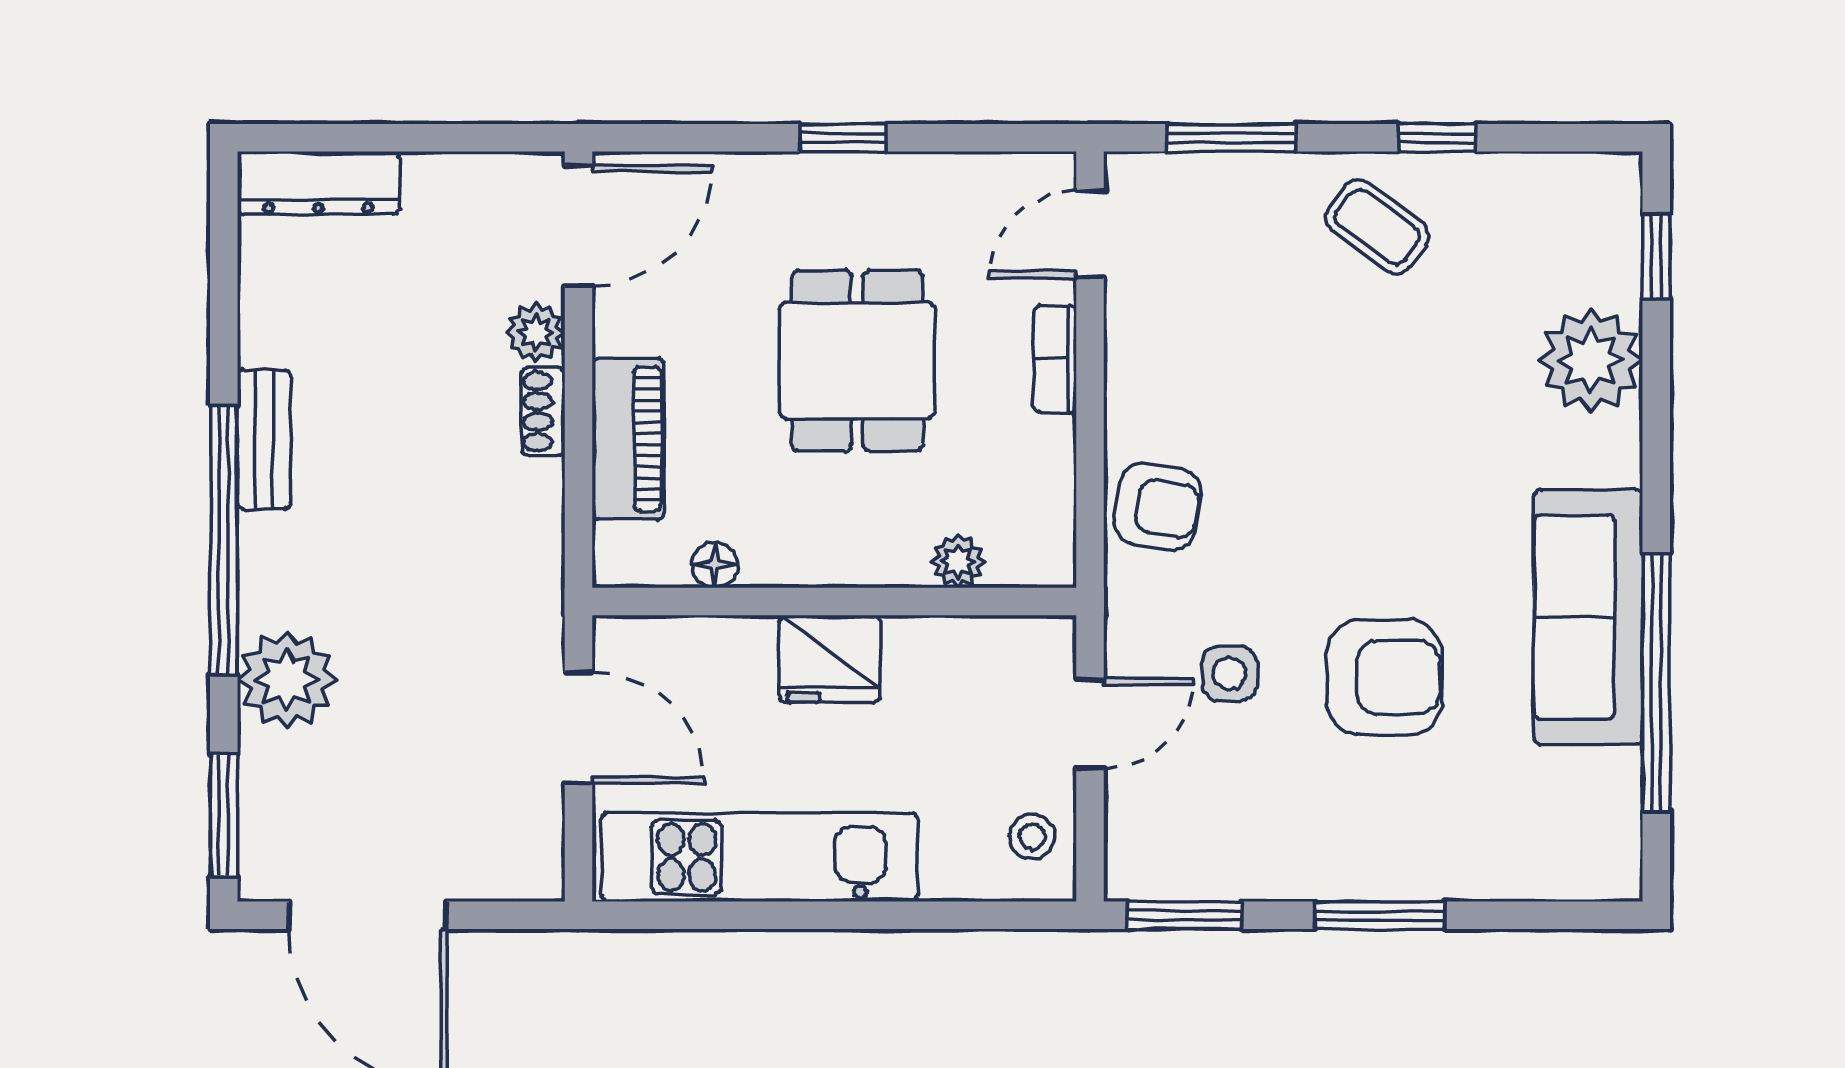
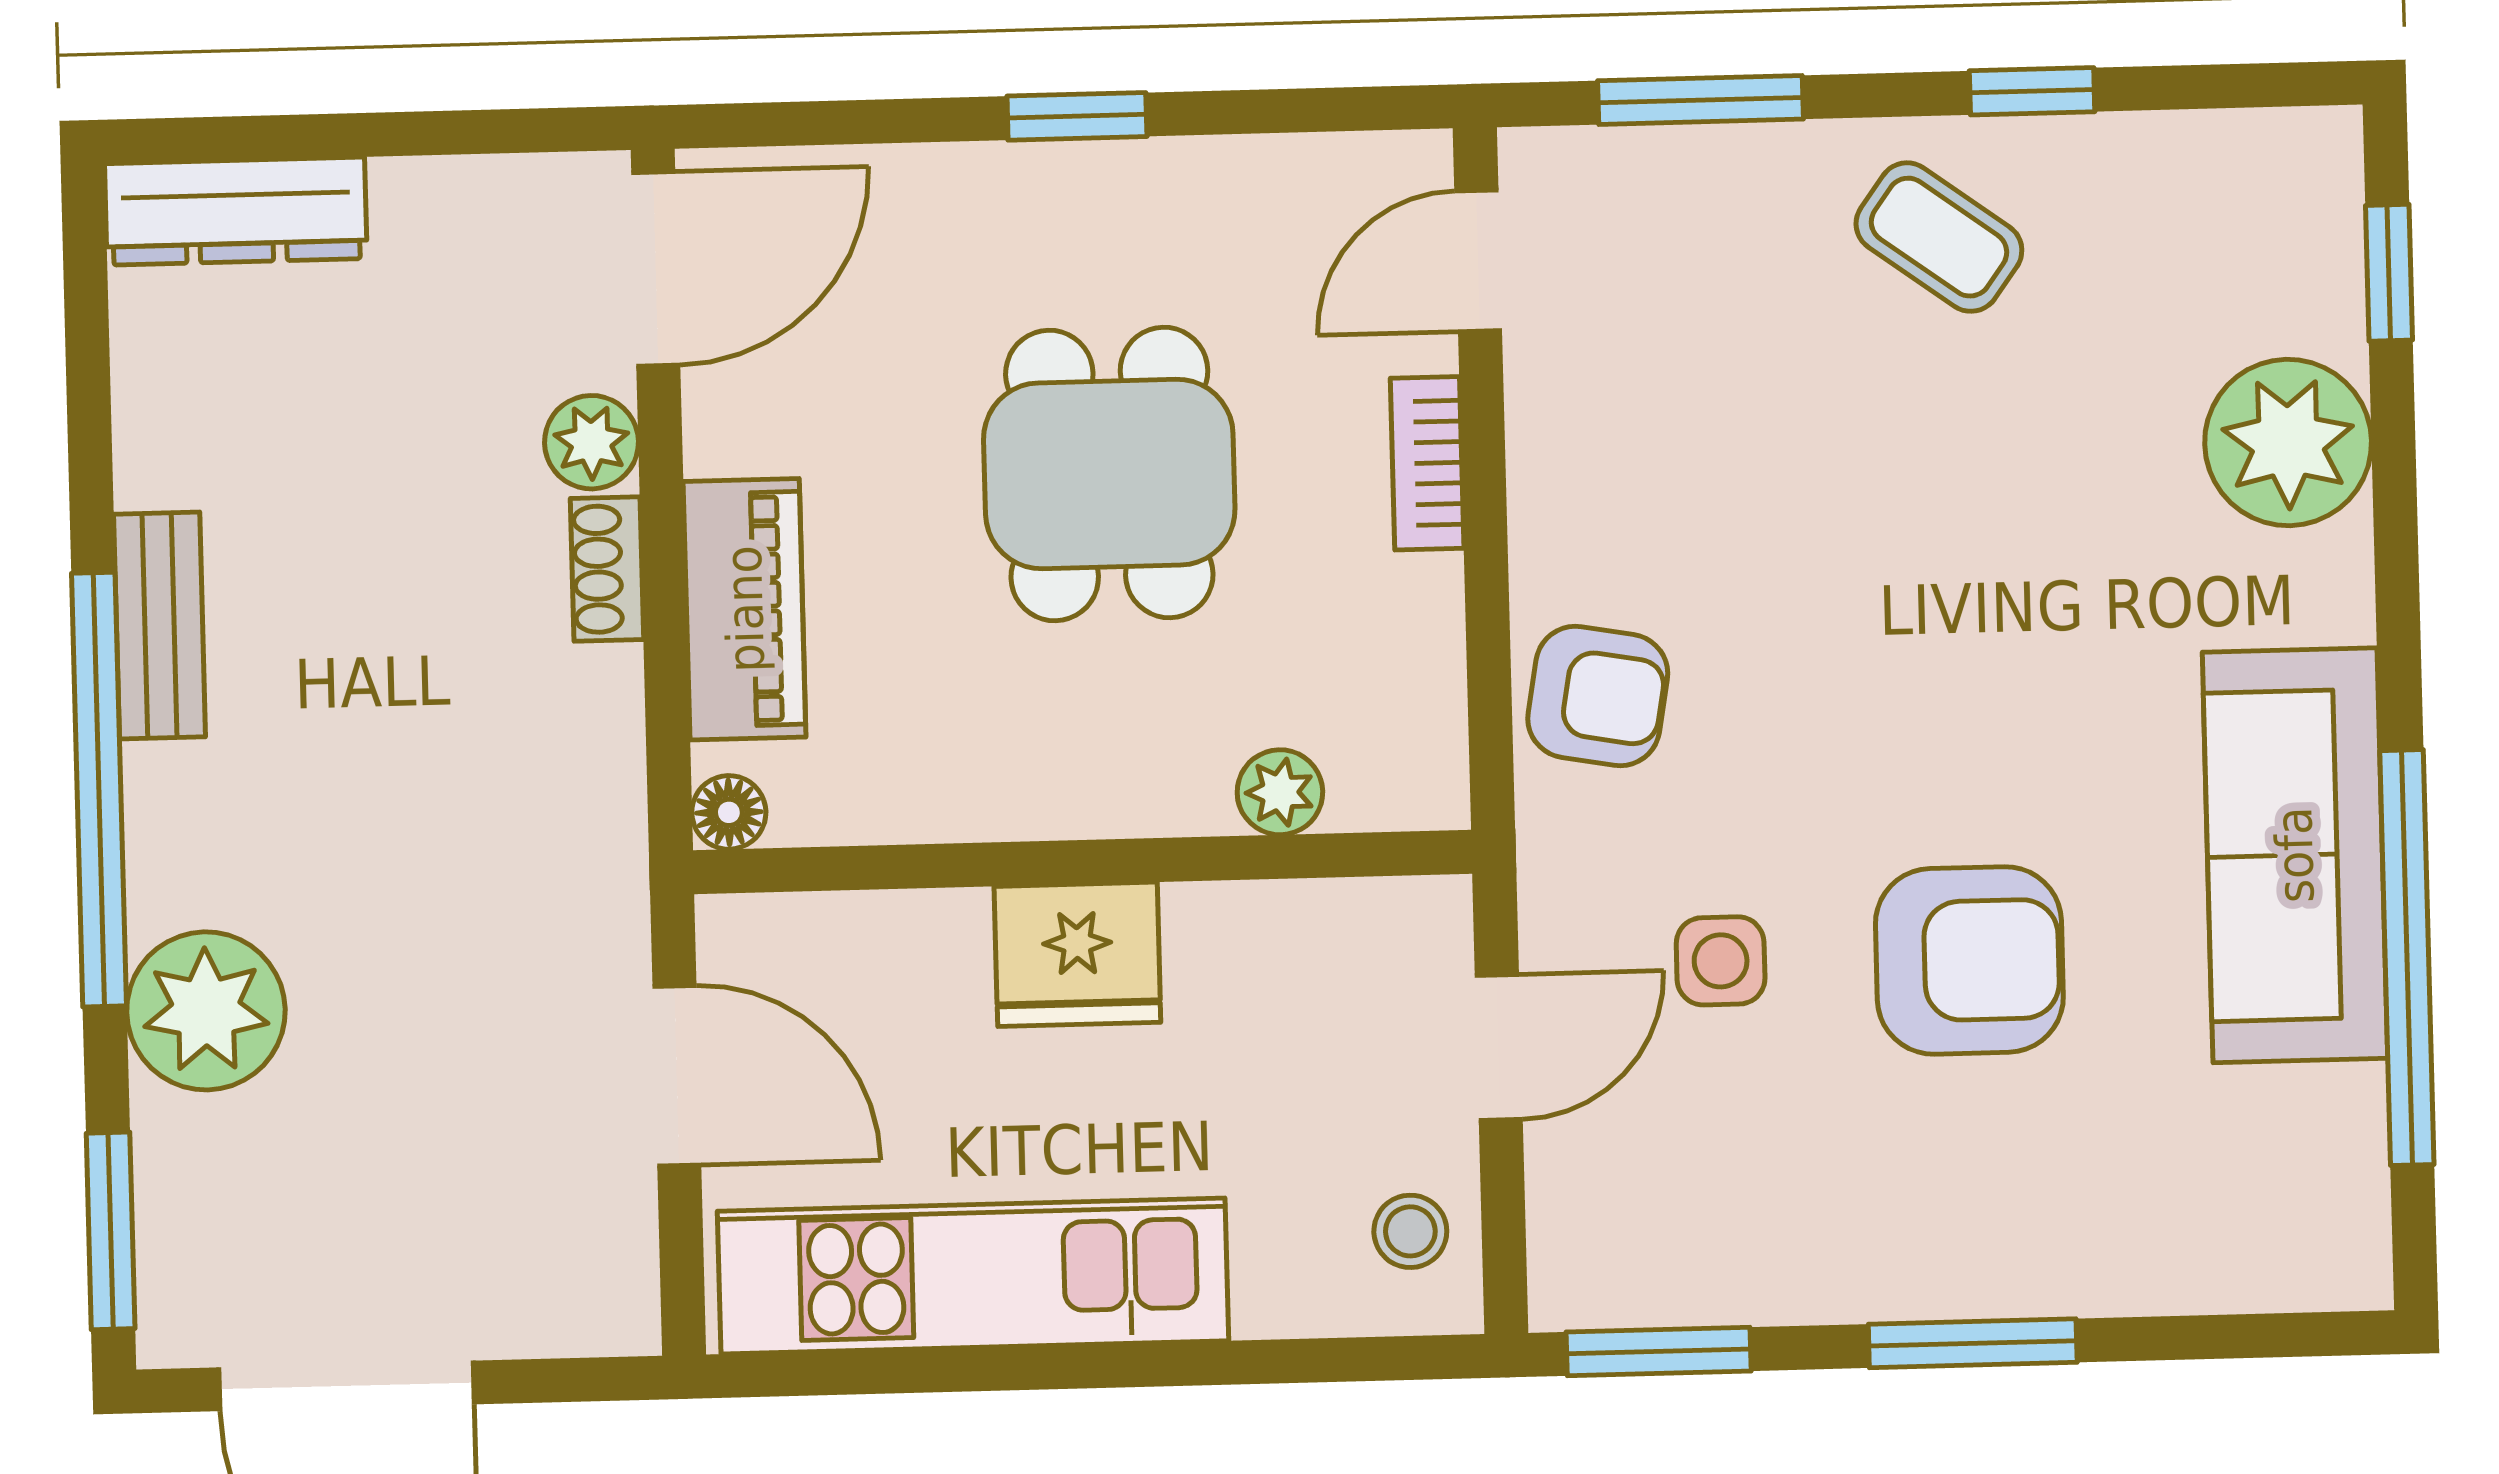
floor lamp: (715, 565) -> (729, 812), moved

